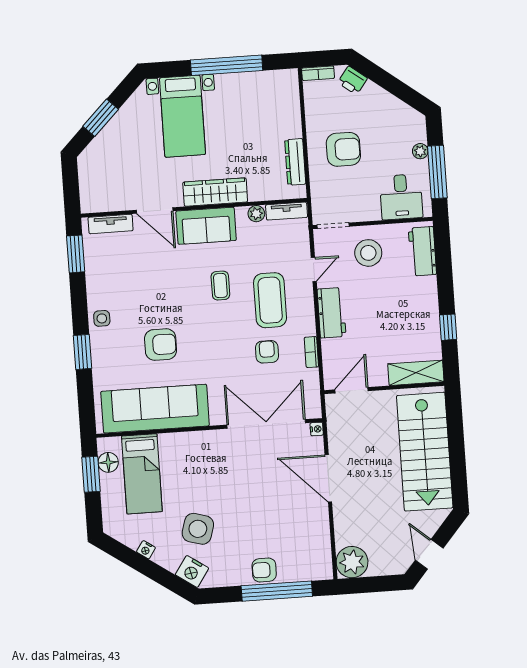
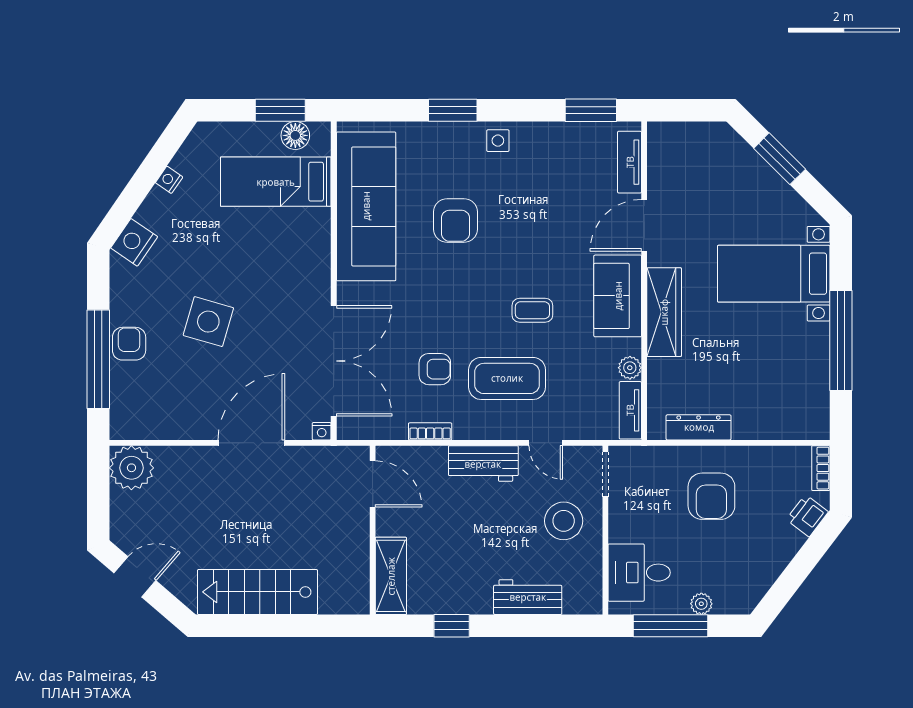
workbench: (422, 251) -> (528, 597), moved
stairs: (425, 452) -> (257, 592), width x0.73, depth x0.66
side table: (198, 529) -> (208, 322), moved

